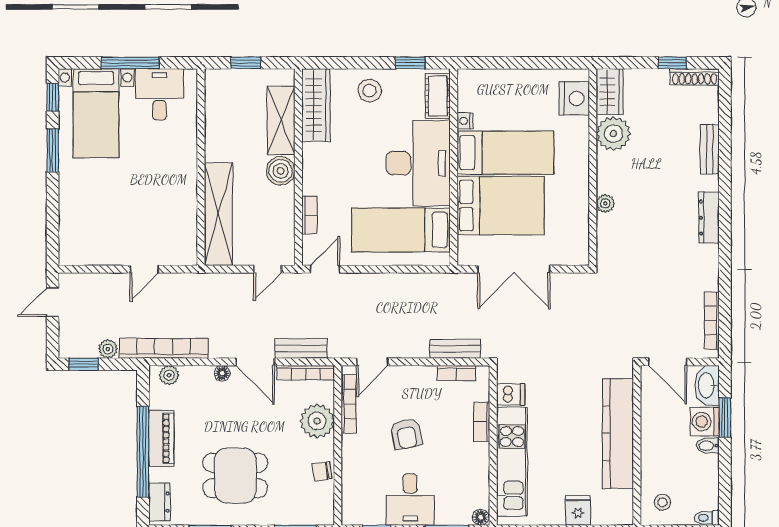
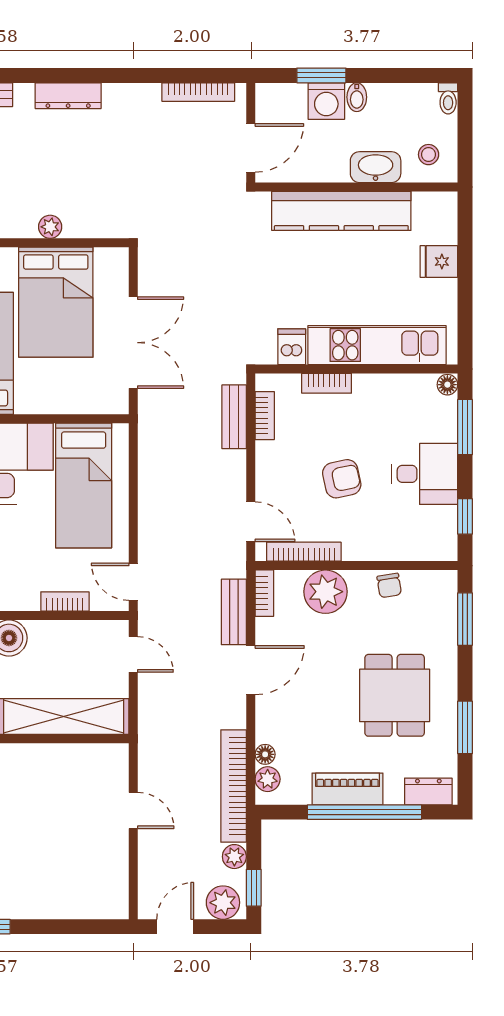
bed: (501, 206) -> (56, 302), moved, turned 180
door: (53, 302) -> (175, 927), swing flipped
plant: (72, 340) -> (223, 903), added
floor lamp: (222, 373) -> (265, 754), moved
bookcase: (306, 373) -> (264, 593), width x0.64
washbasin: (707, 385) -> (376, 167), moved, turned 180

